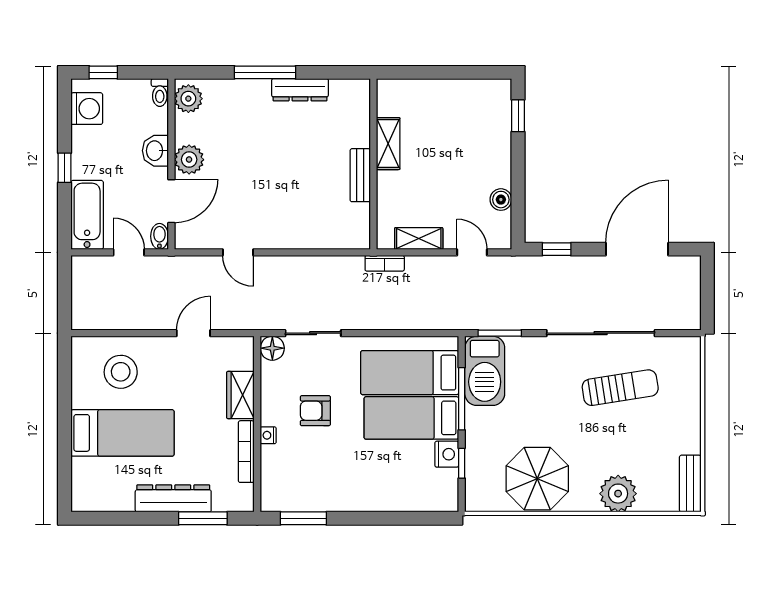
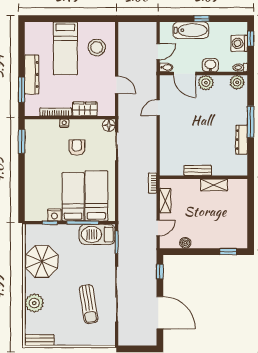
washing machine: (87, 109) -> (239, 43), moved, turned 90
bathtub: (87, 215) -> (191, 30), moved

